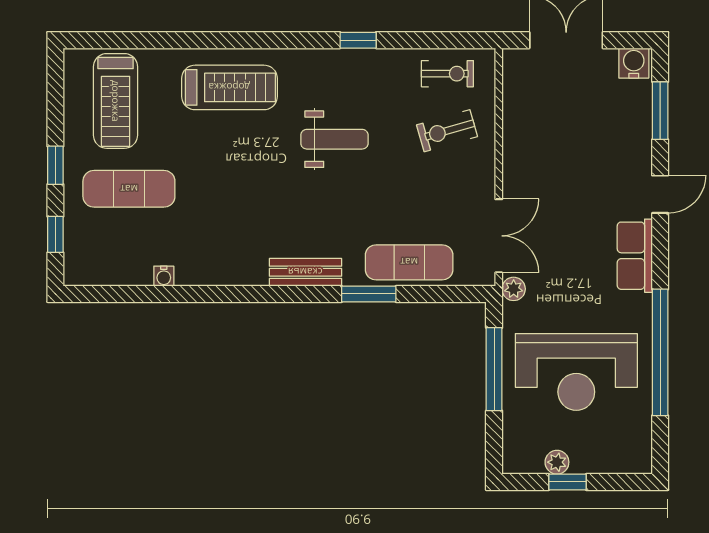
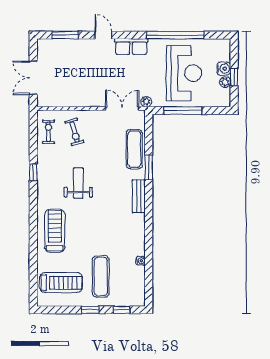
water cooler: (634, 63) -> (224, 69), moved, turned 180

